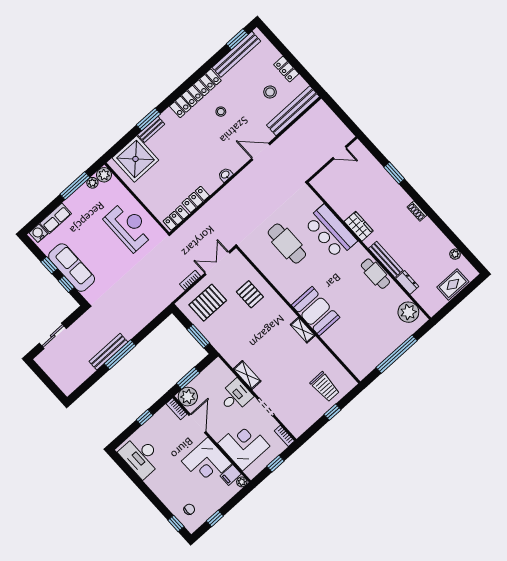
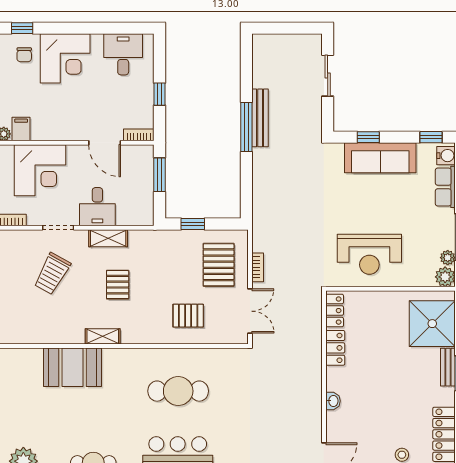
cafe table: (287, 244) -> (178, 391), moved
window: (49, 265) -> (431, 137), moved
booth: (316, 311) -> (73, 367), moved
window: (198, 336) -> (193, 224), width x0.67
pallet: (267, 347) -> (118, 285), added
trolley: (325, 387) -> (52, 274), moved, turned -61
plant: (188, 397) -> (141, 158), removed
desk: (141, 456) -> (123, 54), width x0.73
corner desk: (207, 462) -> (65, 58), moved, turned 180

